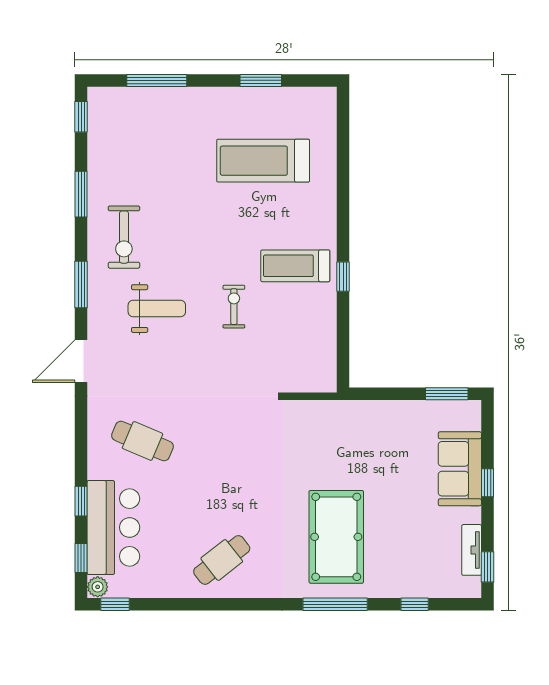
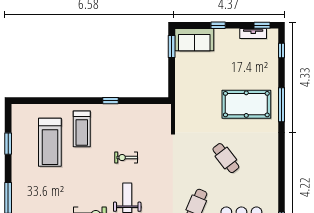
treadmill: (295, 266) -> (82, 129), moved
sofa: (460, 469) -> (194, 40), moved
cafe table: (222, 560) -> (226, 158), moved
window: (415, 604) -> (282, 50), moved

